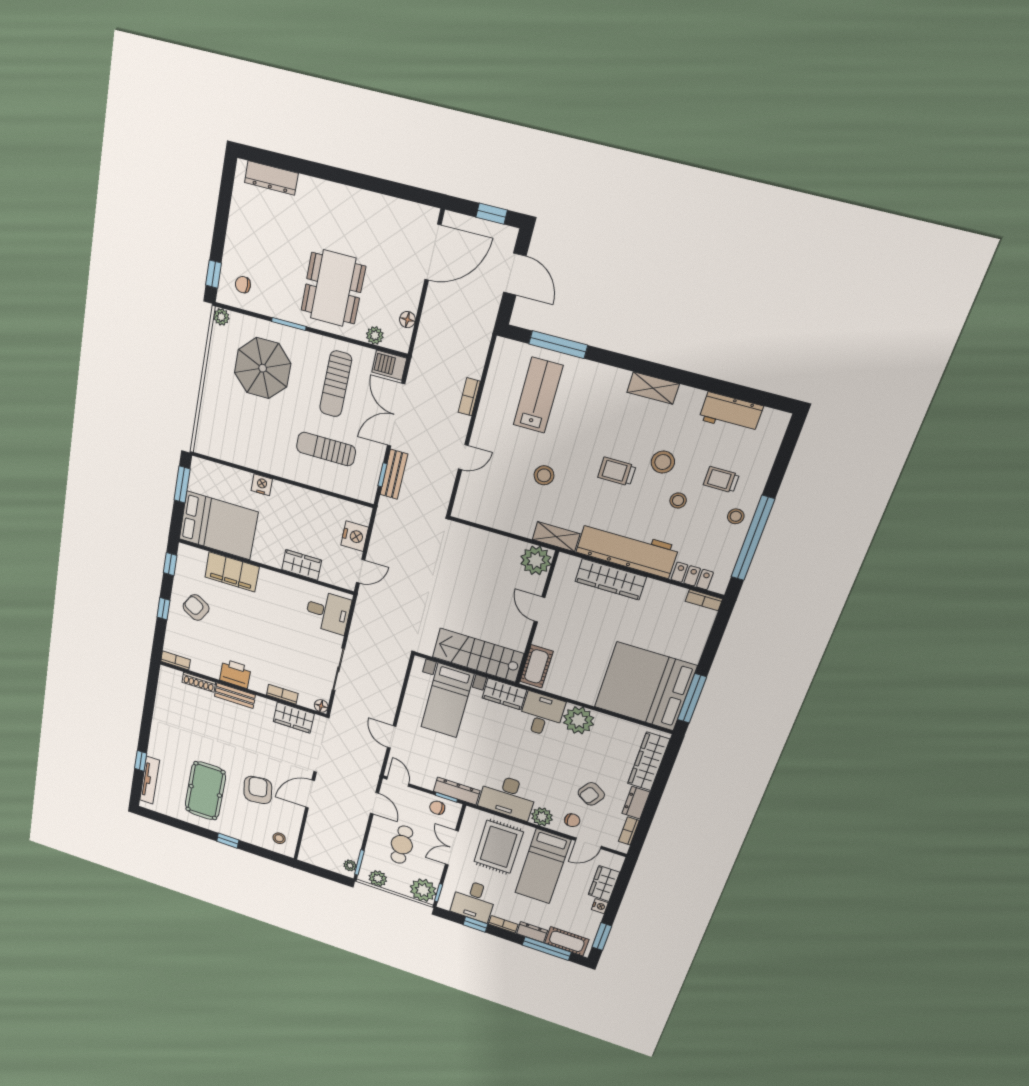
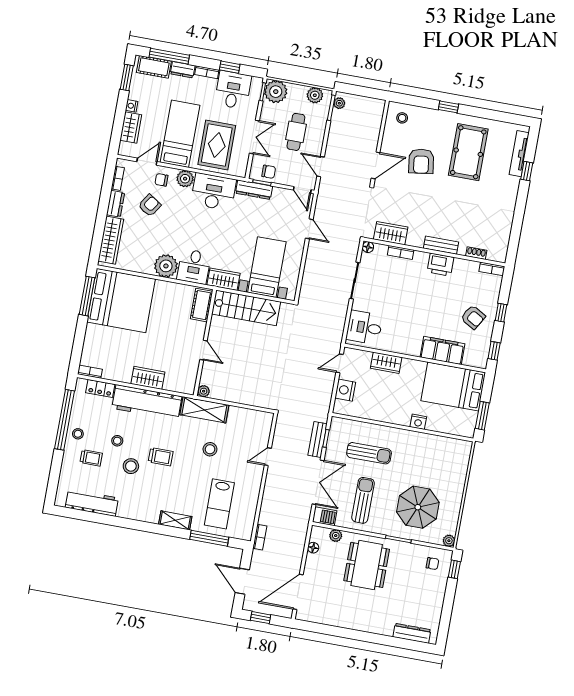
shelving: (653, 388) -> (175, 520), moved
bookcase: (469, 397) -> (260, 537), moved
workbench: (731, 413) -> (92, 503), width x1.38
shelving: (556, 537) -> (204, 410), width x1.50, depth x1.33
plant: (536, 560) -> (204, 391), width x0.53, depth x0.53
wardrobe: (611, 579) -> (148, 378), width x0.67
shoe rack: (199, 682) -> (476, 253), width x0.70

